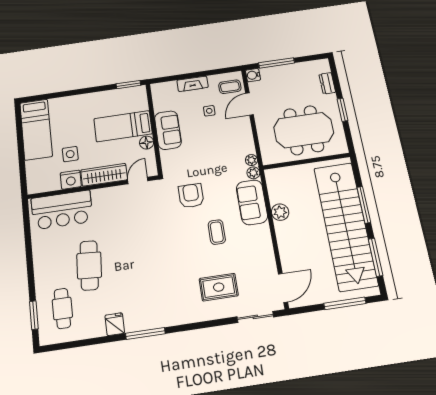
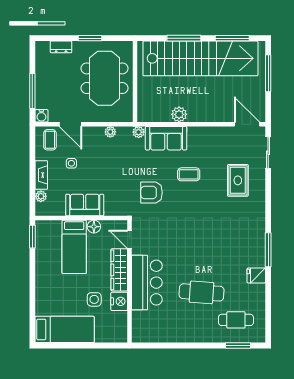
plant: (171, 87) -> (41, 196), added
plant: (251, 160) -> (110, 132), moved
bar counter: (62, 210) -> (147, 283), moved

